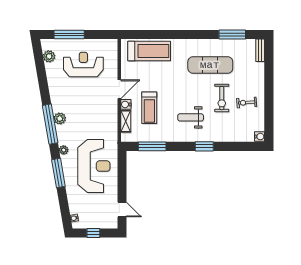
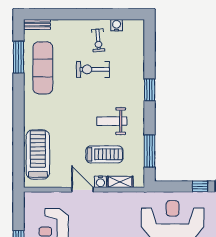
exercise mat: (210, 65) -> (43, 68), moved
exercise bike: (222, 98) -> (93, 69), turned 180
weight bench: (191, 117) -> (112, 121), moved, turned 90
water cooler: (260, 137) -> (117, 25), moved
window: (122, 189) -> (200, 186), added

